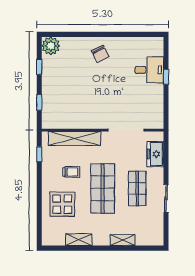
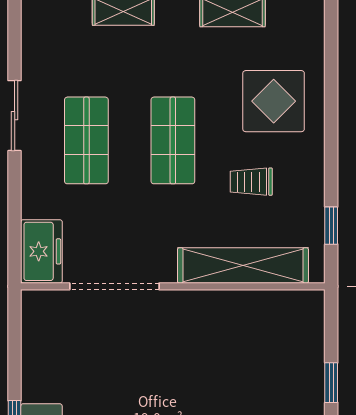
window: (39, 102) -> (331, 383), moved
freezer: (155, 154) -> (41, 251), moved
shop shelf: (103, 188) -> (173, 140), width x0.70, depth x0.74

